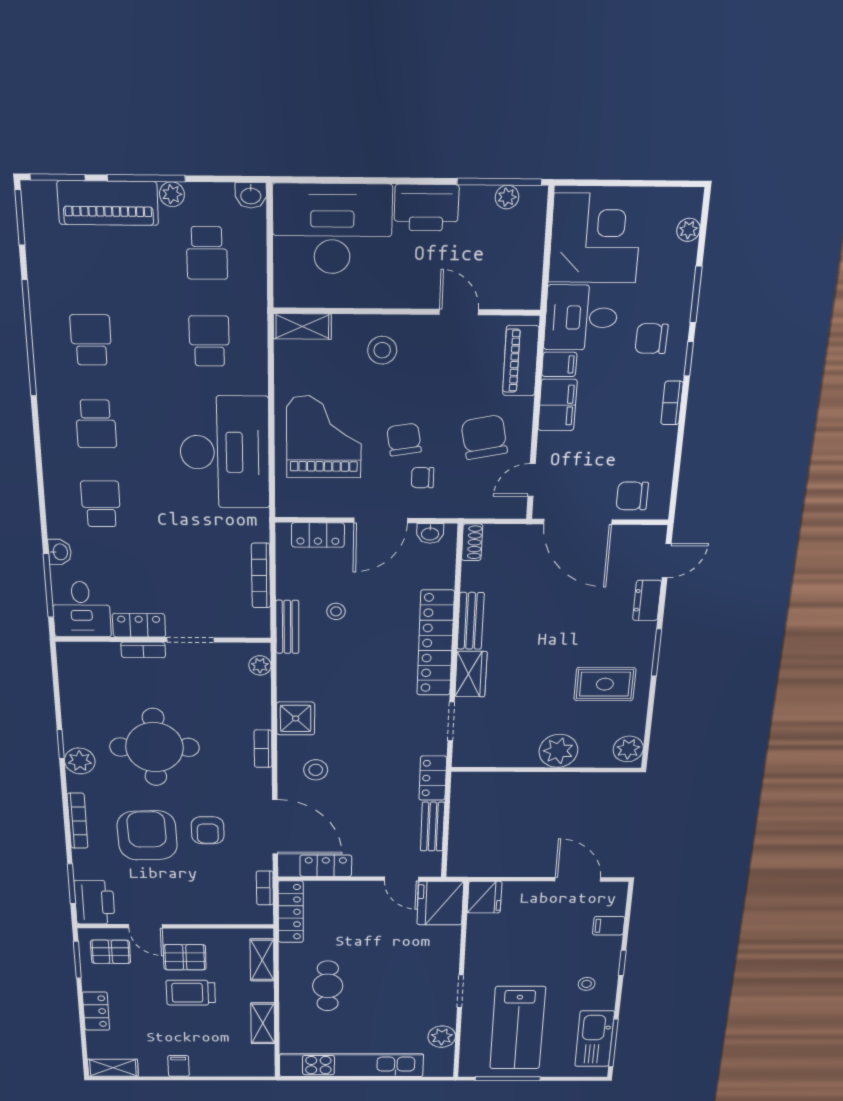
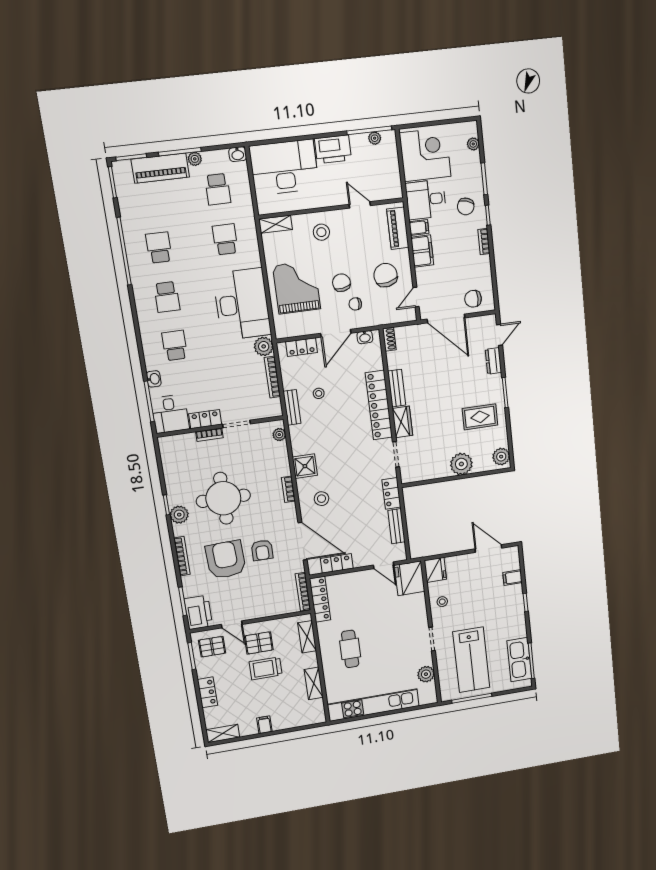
chair: (651, 339) -> (466, 206), turned -75
plant: (253, 525) -> (264, 346), added
bookcase: (265, 888) -> (303, 592), width x1.56
stool: (587, 984) -> (442, 602), moved

